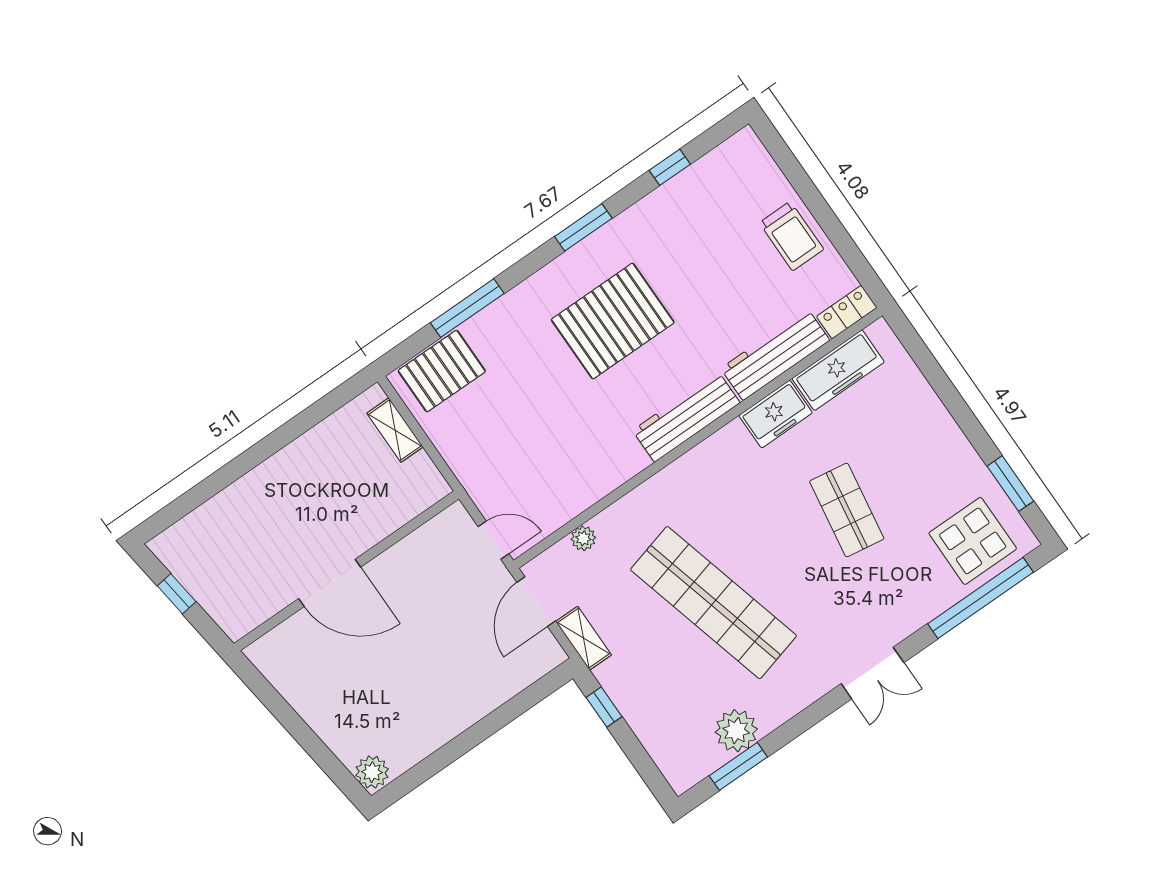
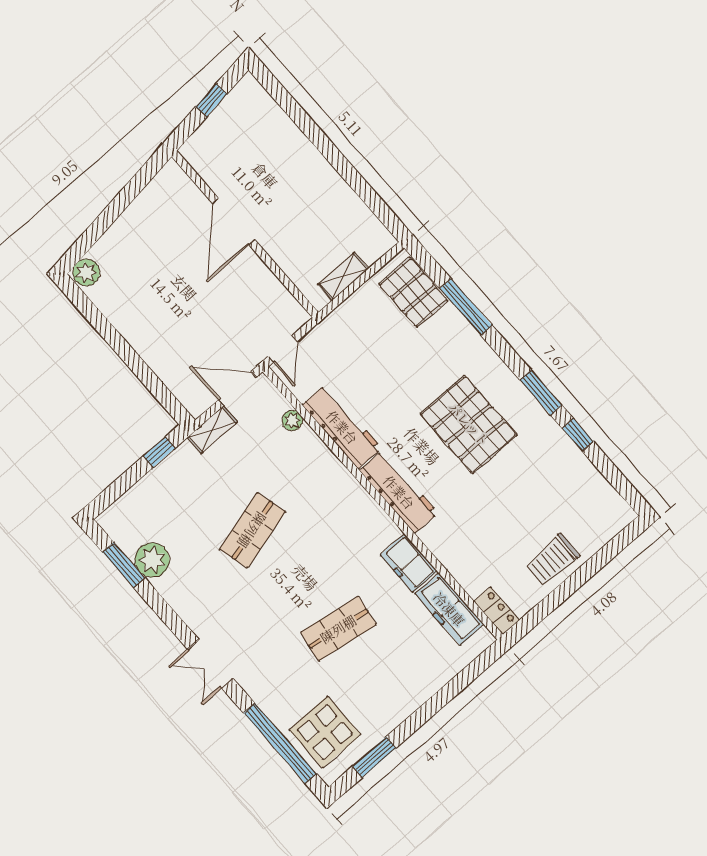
window: (670, 167) -> (578, 435), moved
workbench: (775, 354) -> (342, 427), moved
shelving: (395, 430) -> (343, 277), moved
shop shelf: (713, 603) -> (252, 530), width x0.50, depth x0.74

